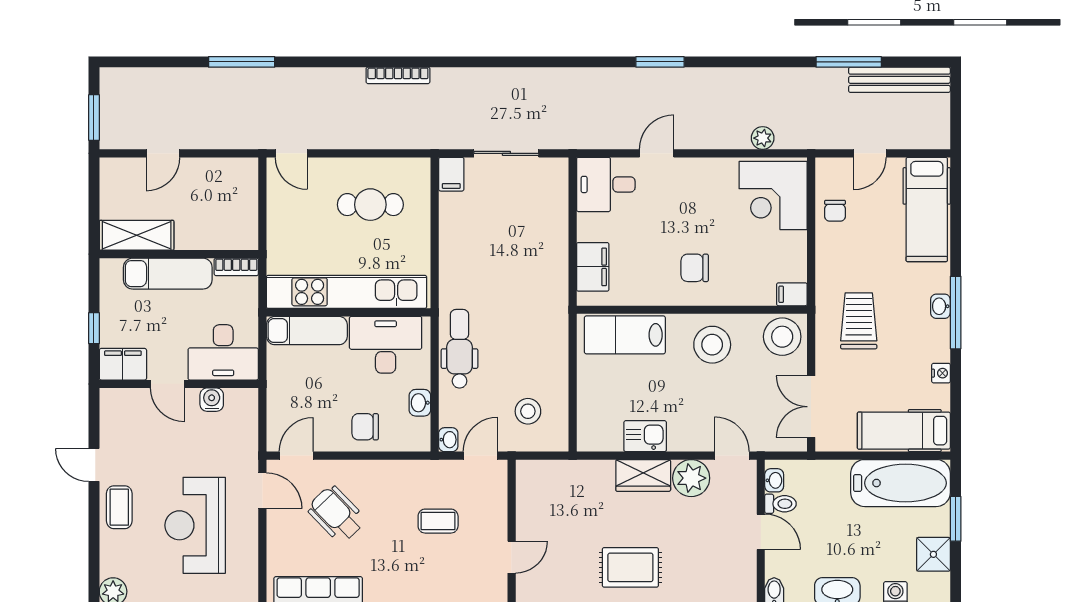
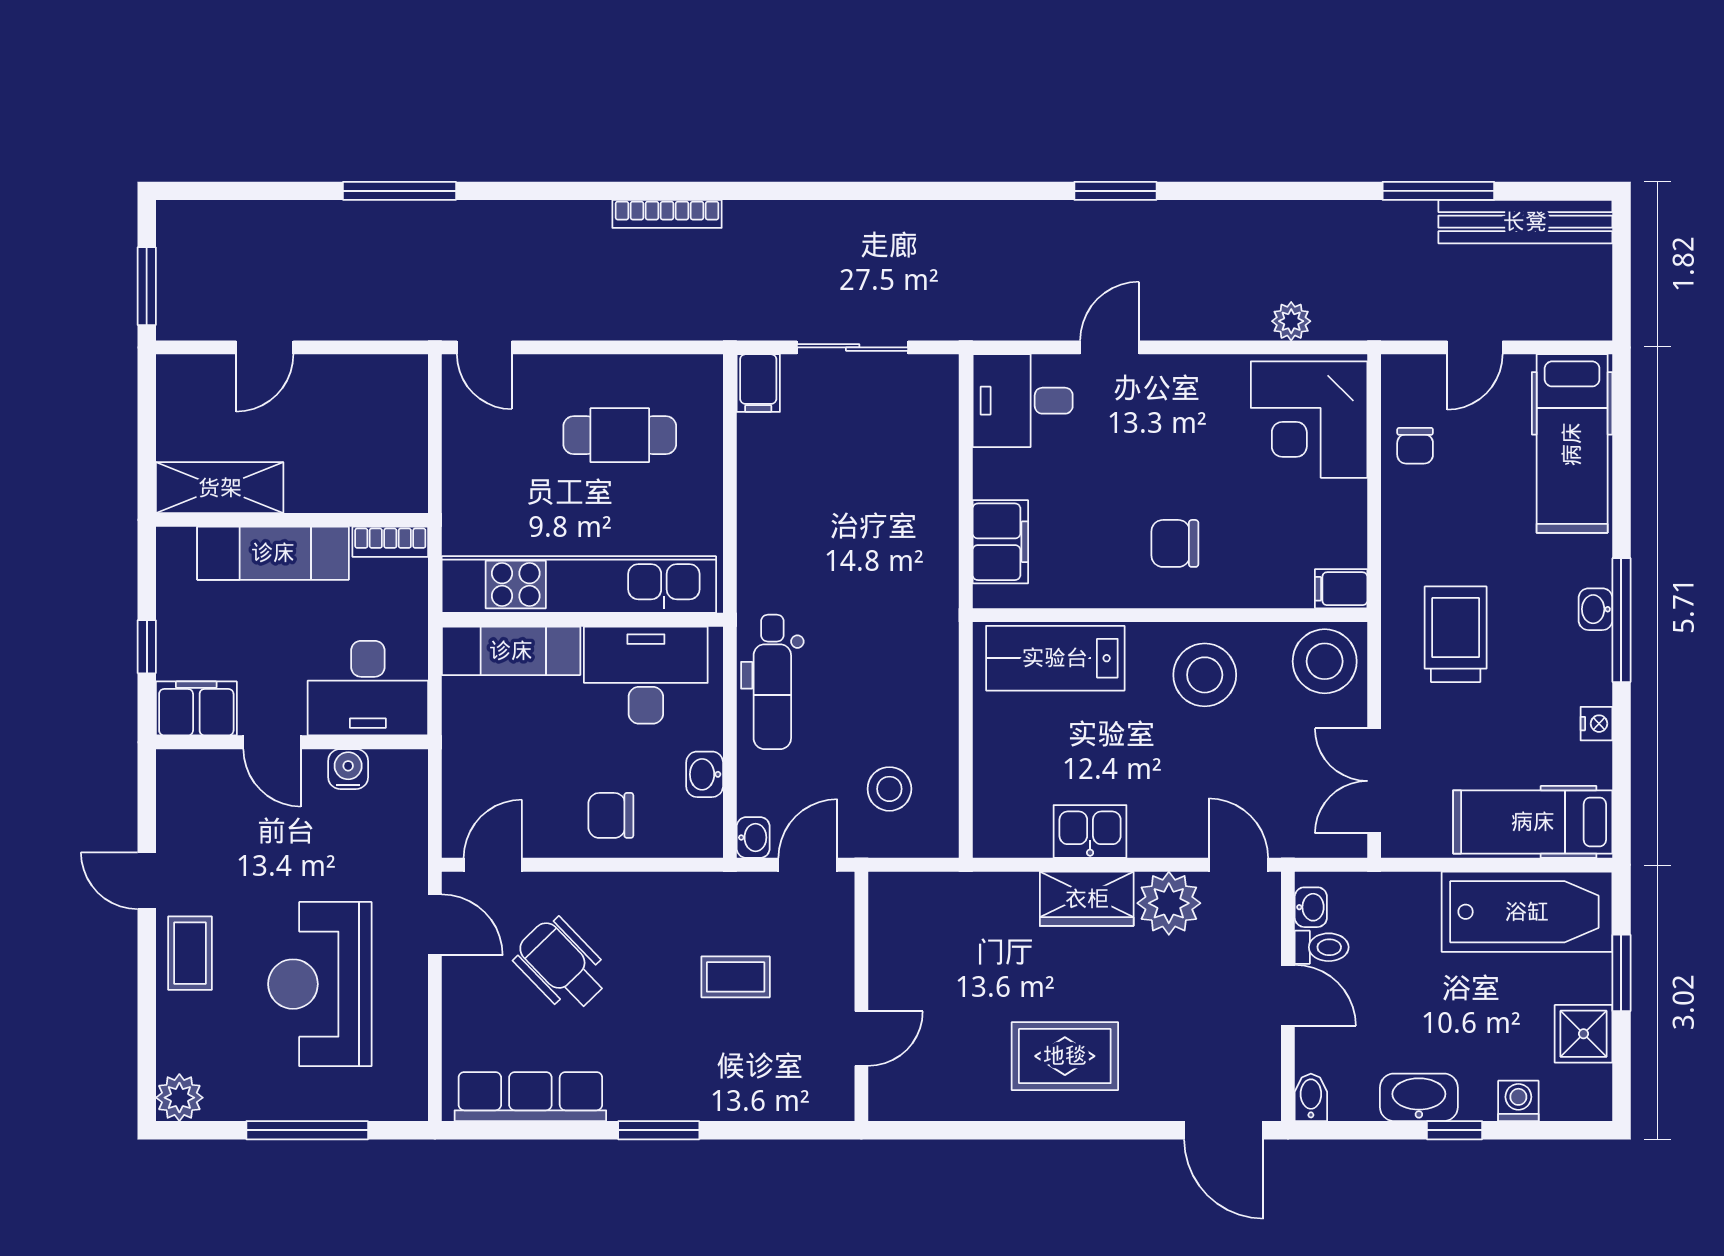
dental chair: (460, 349) -> (772, 682), turned 180

